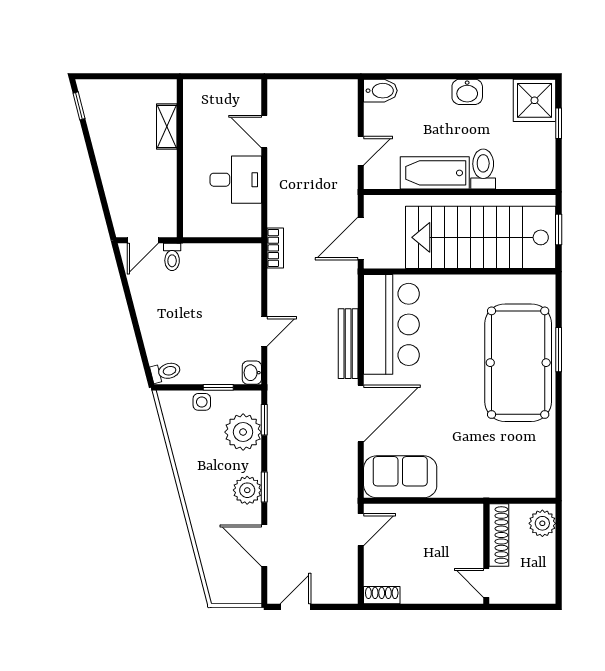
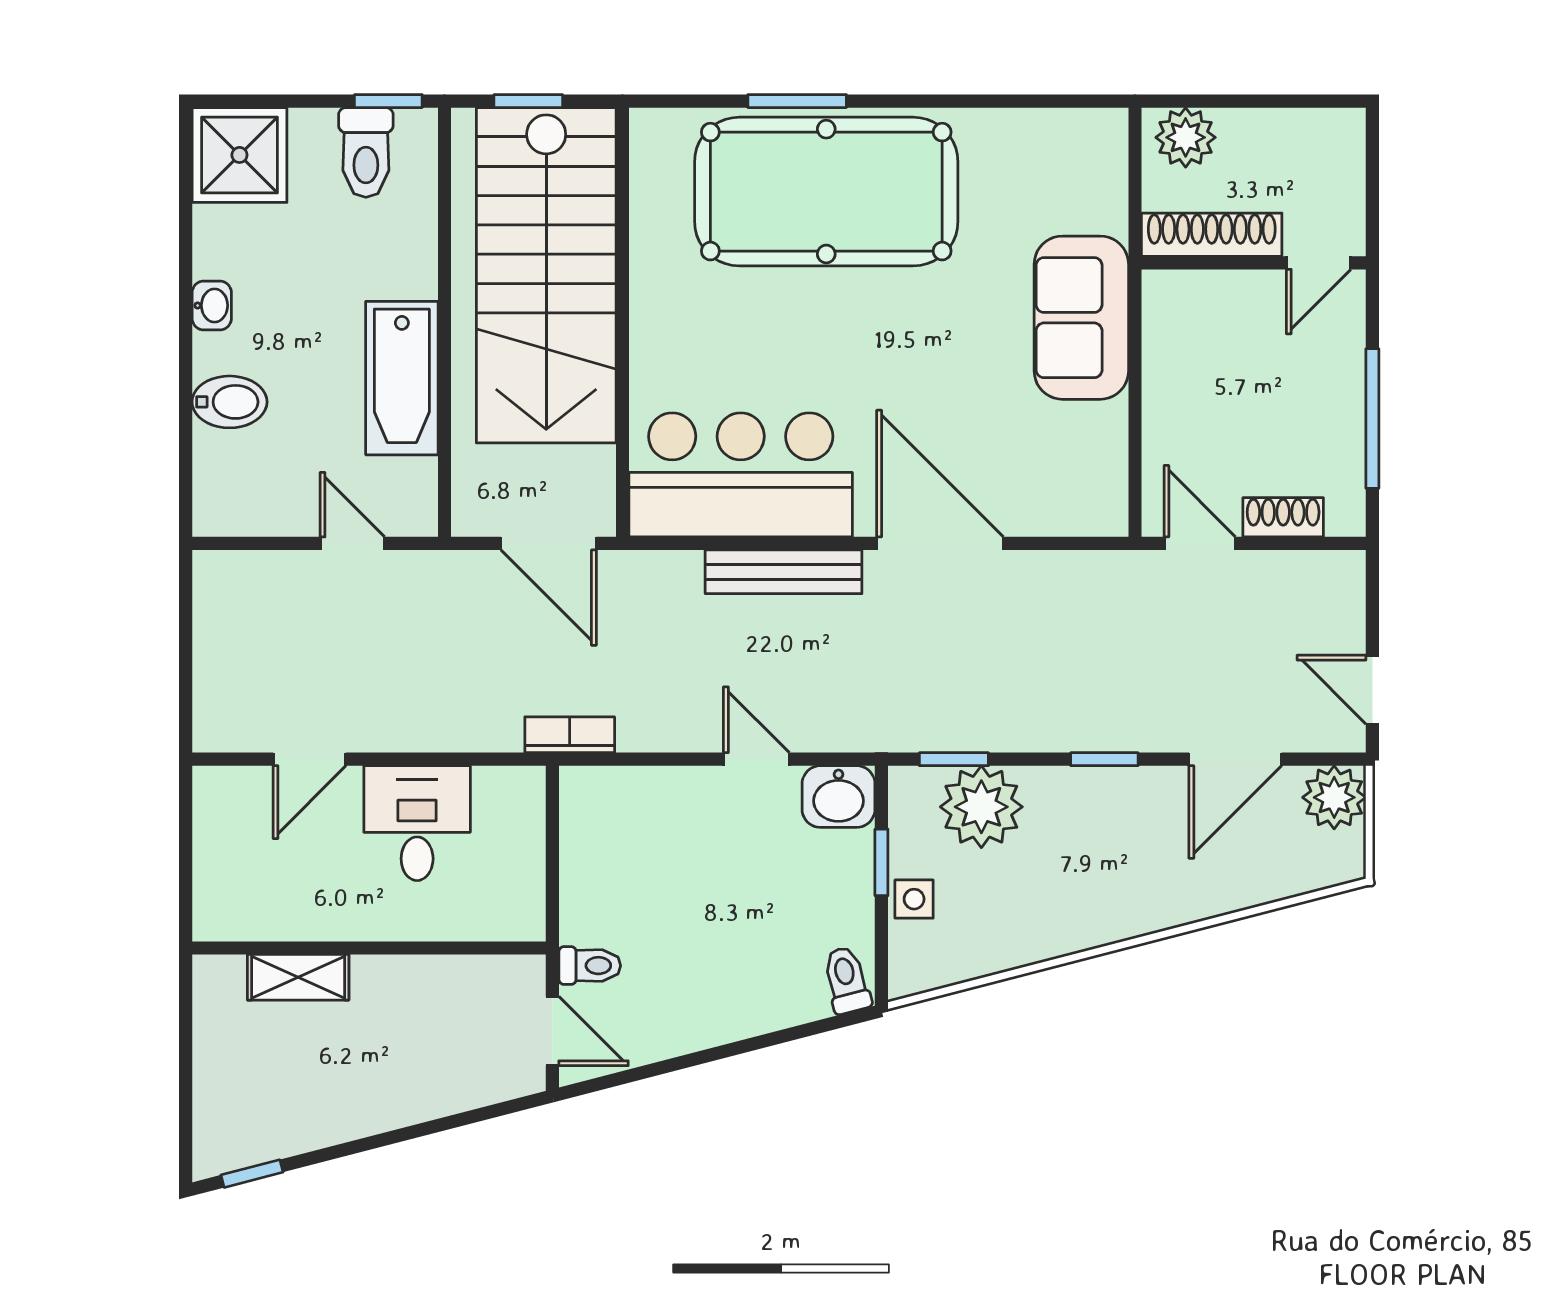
bidet: (380, 91) -> (230, 402), moved, turned 90
washbasin: (467, 92) -> (212, 305), width x0.72, depth x0.69
window: (559, 123) -> (388, 101), moved
toilet: (483, 169) -> (366, 152), moved, turned -90
washbasin: (252, 373) -> (838, 797), width x1.38, depth x1.45
sofa: (400, 477) -> (1081, 318), moved
plant: (247, 490) -> (1334, 797), moved
shoe rack: (382, 595) -> (1283, 517), moved, turned 90
window: (417, 607) -> (1372, 419), added

